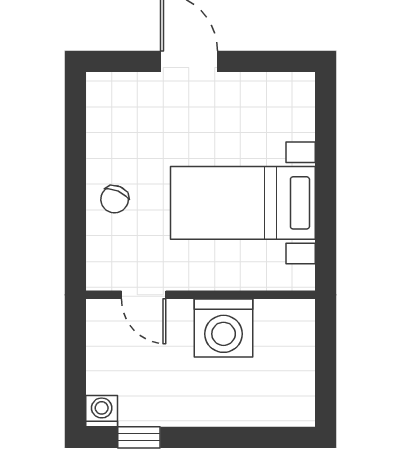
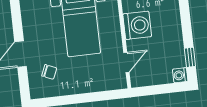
chair: (115, 199) -> (49, 72), moved

